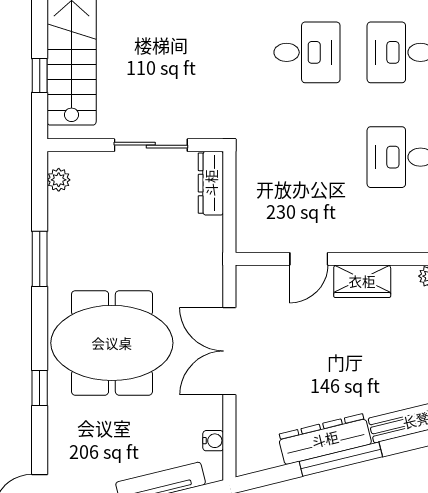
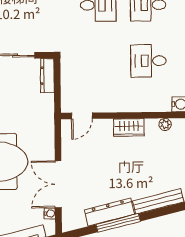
door: (309, 259) -> (82, 116), moved
double door: (229, 351) -> (58, 184), moved

